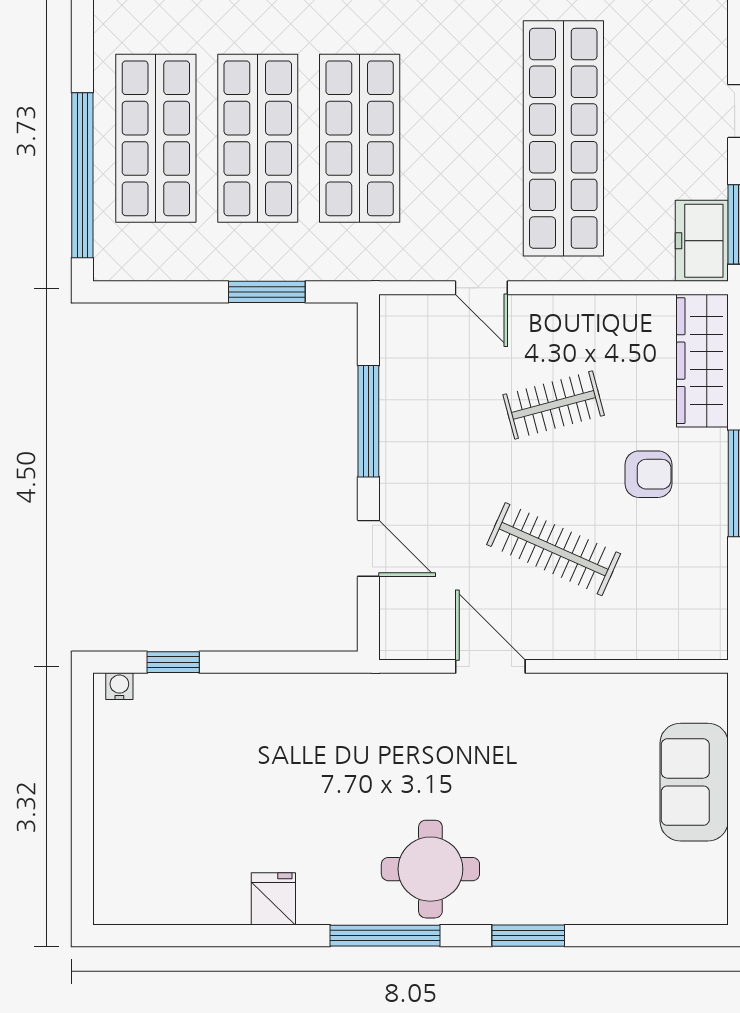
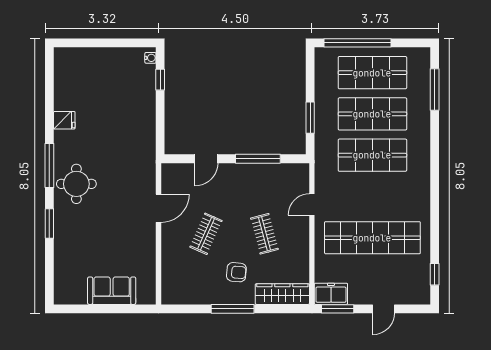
armchair: (648, 474) -> (236, 272), turned -85
clothes rail: (554, 549) -> (206, 234), width x0.73

